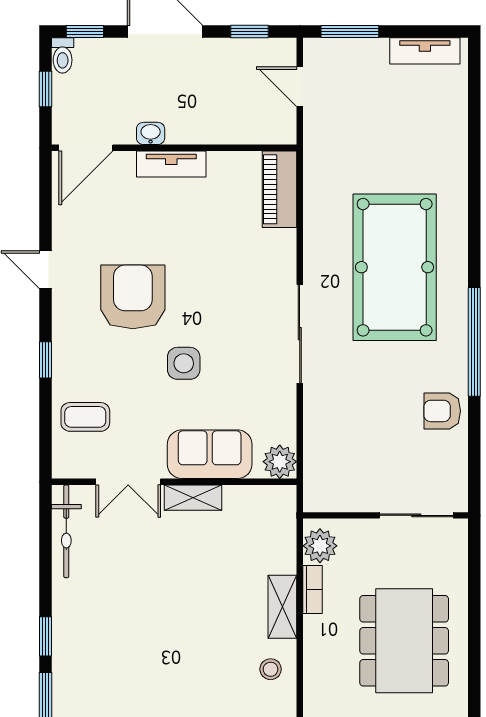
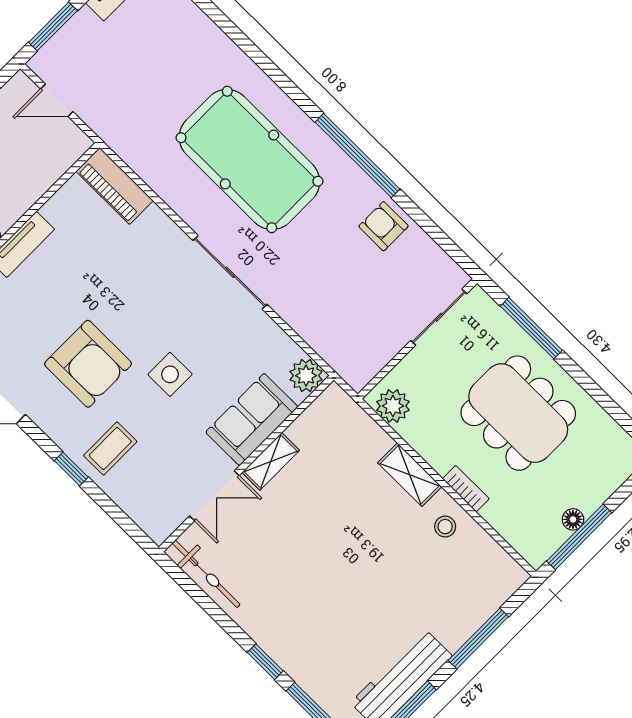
armchair: (133, 297) -> (88, 364), turned 180
armchair: (442, 411) -> (384, 226), turned 90
coffee table: (85, 417) -> (110, 449), moved
bookcase: (312, 589) -> (466, 489), moved
window: (474, 590) -> (531, 328), added

